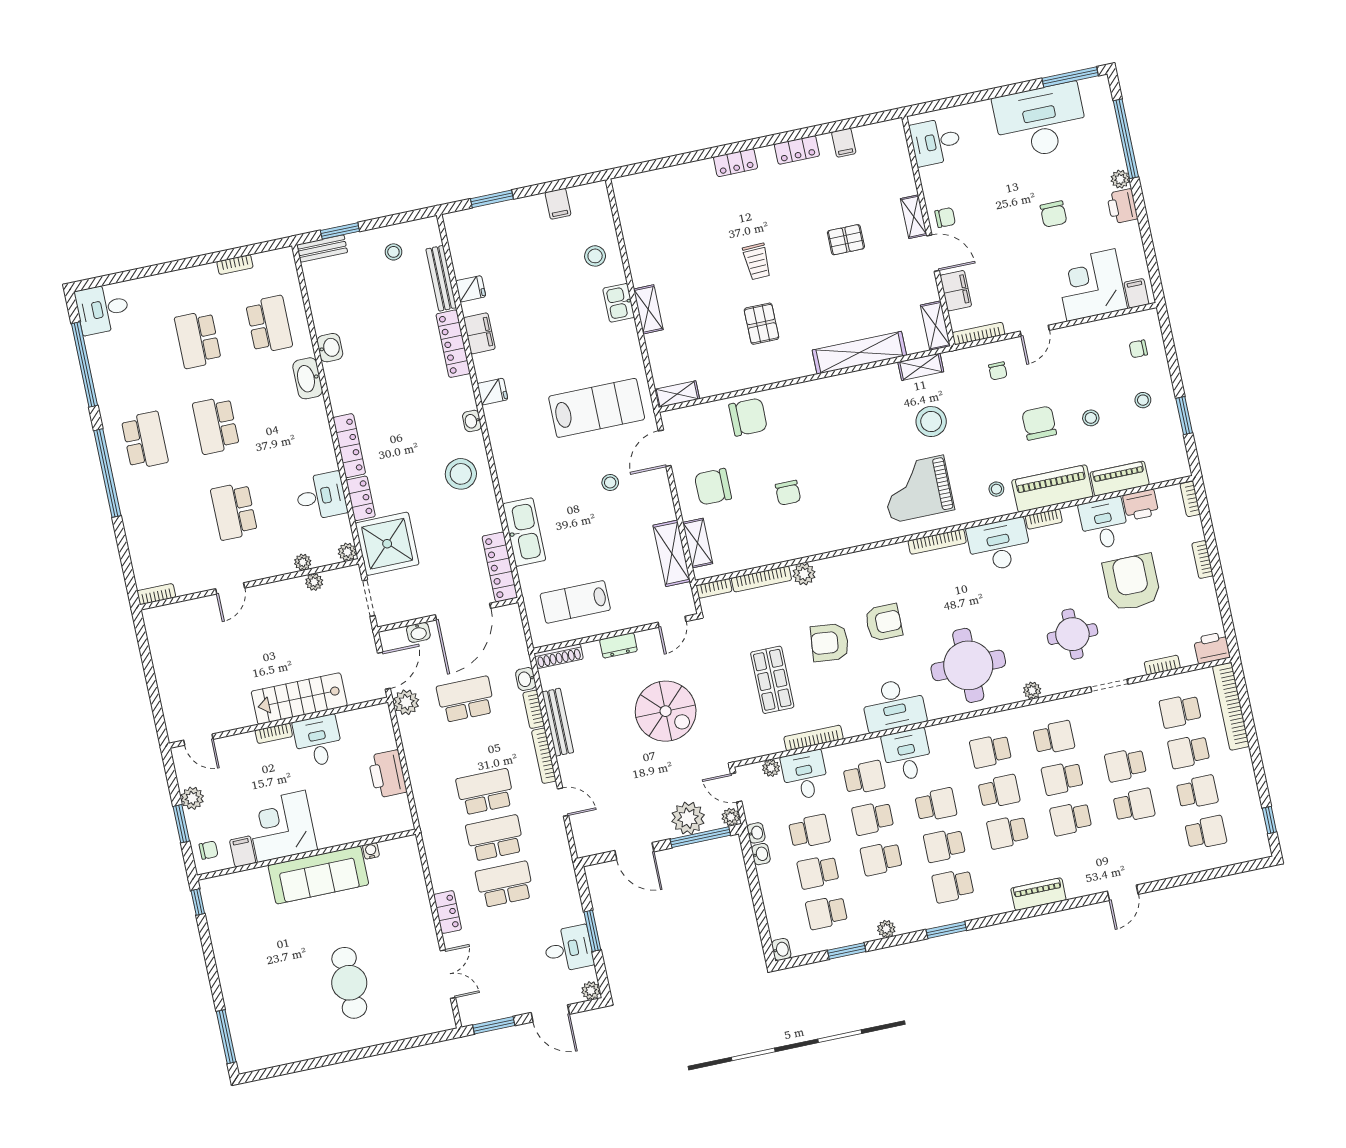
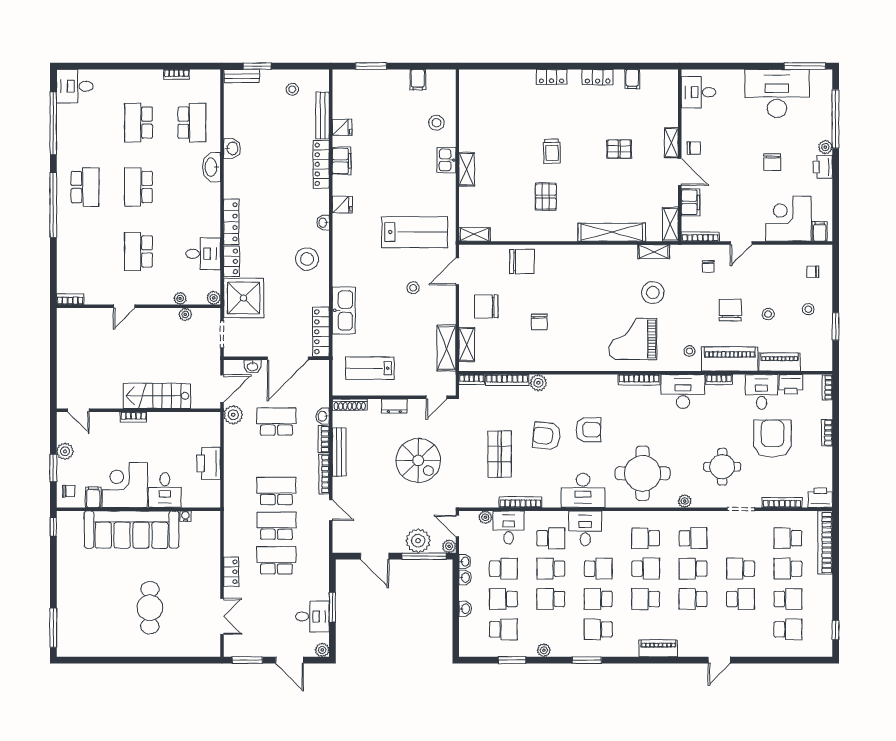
bookcase: (1162, 665) -> (782, 502), width x1.56
desk: (318, 741) -> (165, 490), moved, turned 180
sofa: (318, 875) -> (132, 530), width x1.36, depth x1.27
school desk: (827, 912) -> (503, 629), turned 180
washbasin: (781, 949) -> (465, 609), moved

